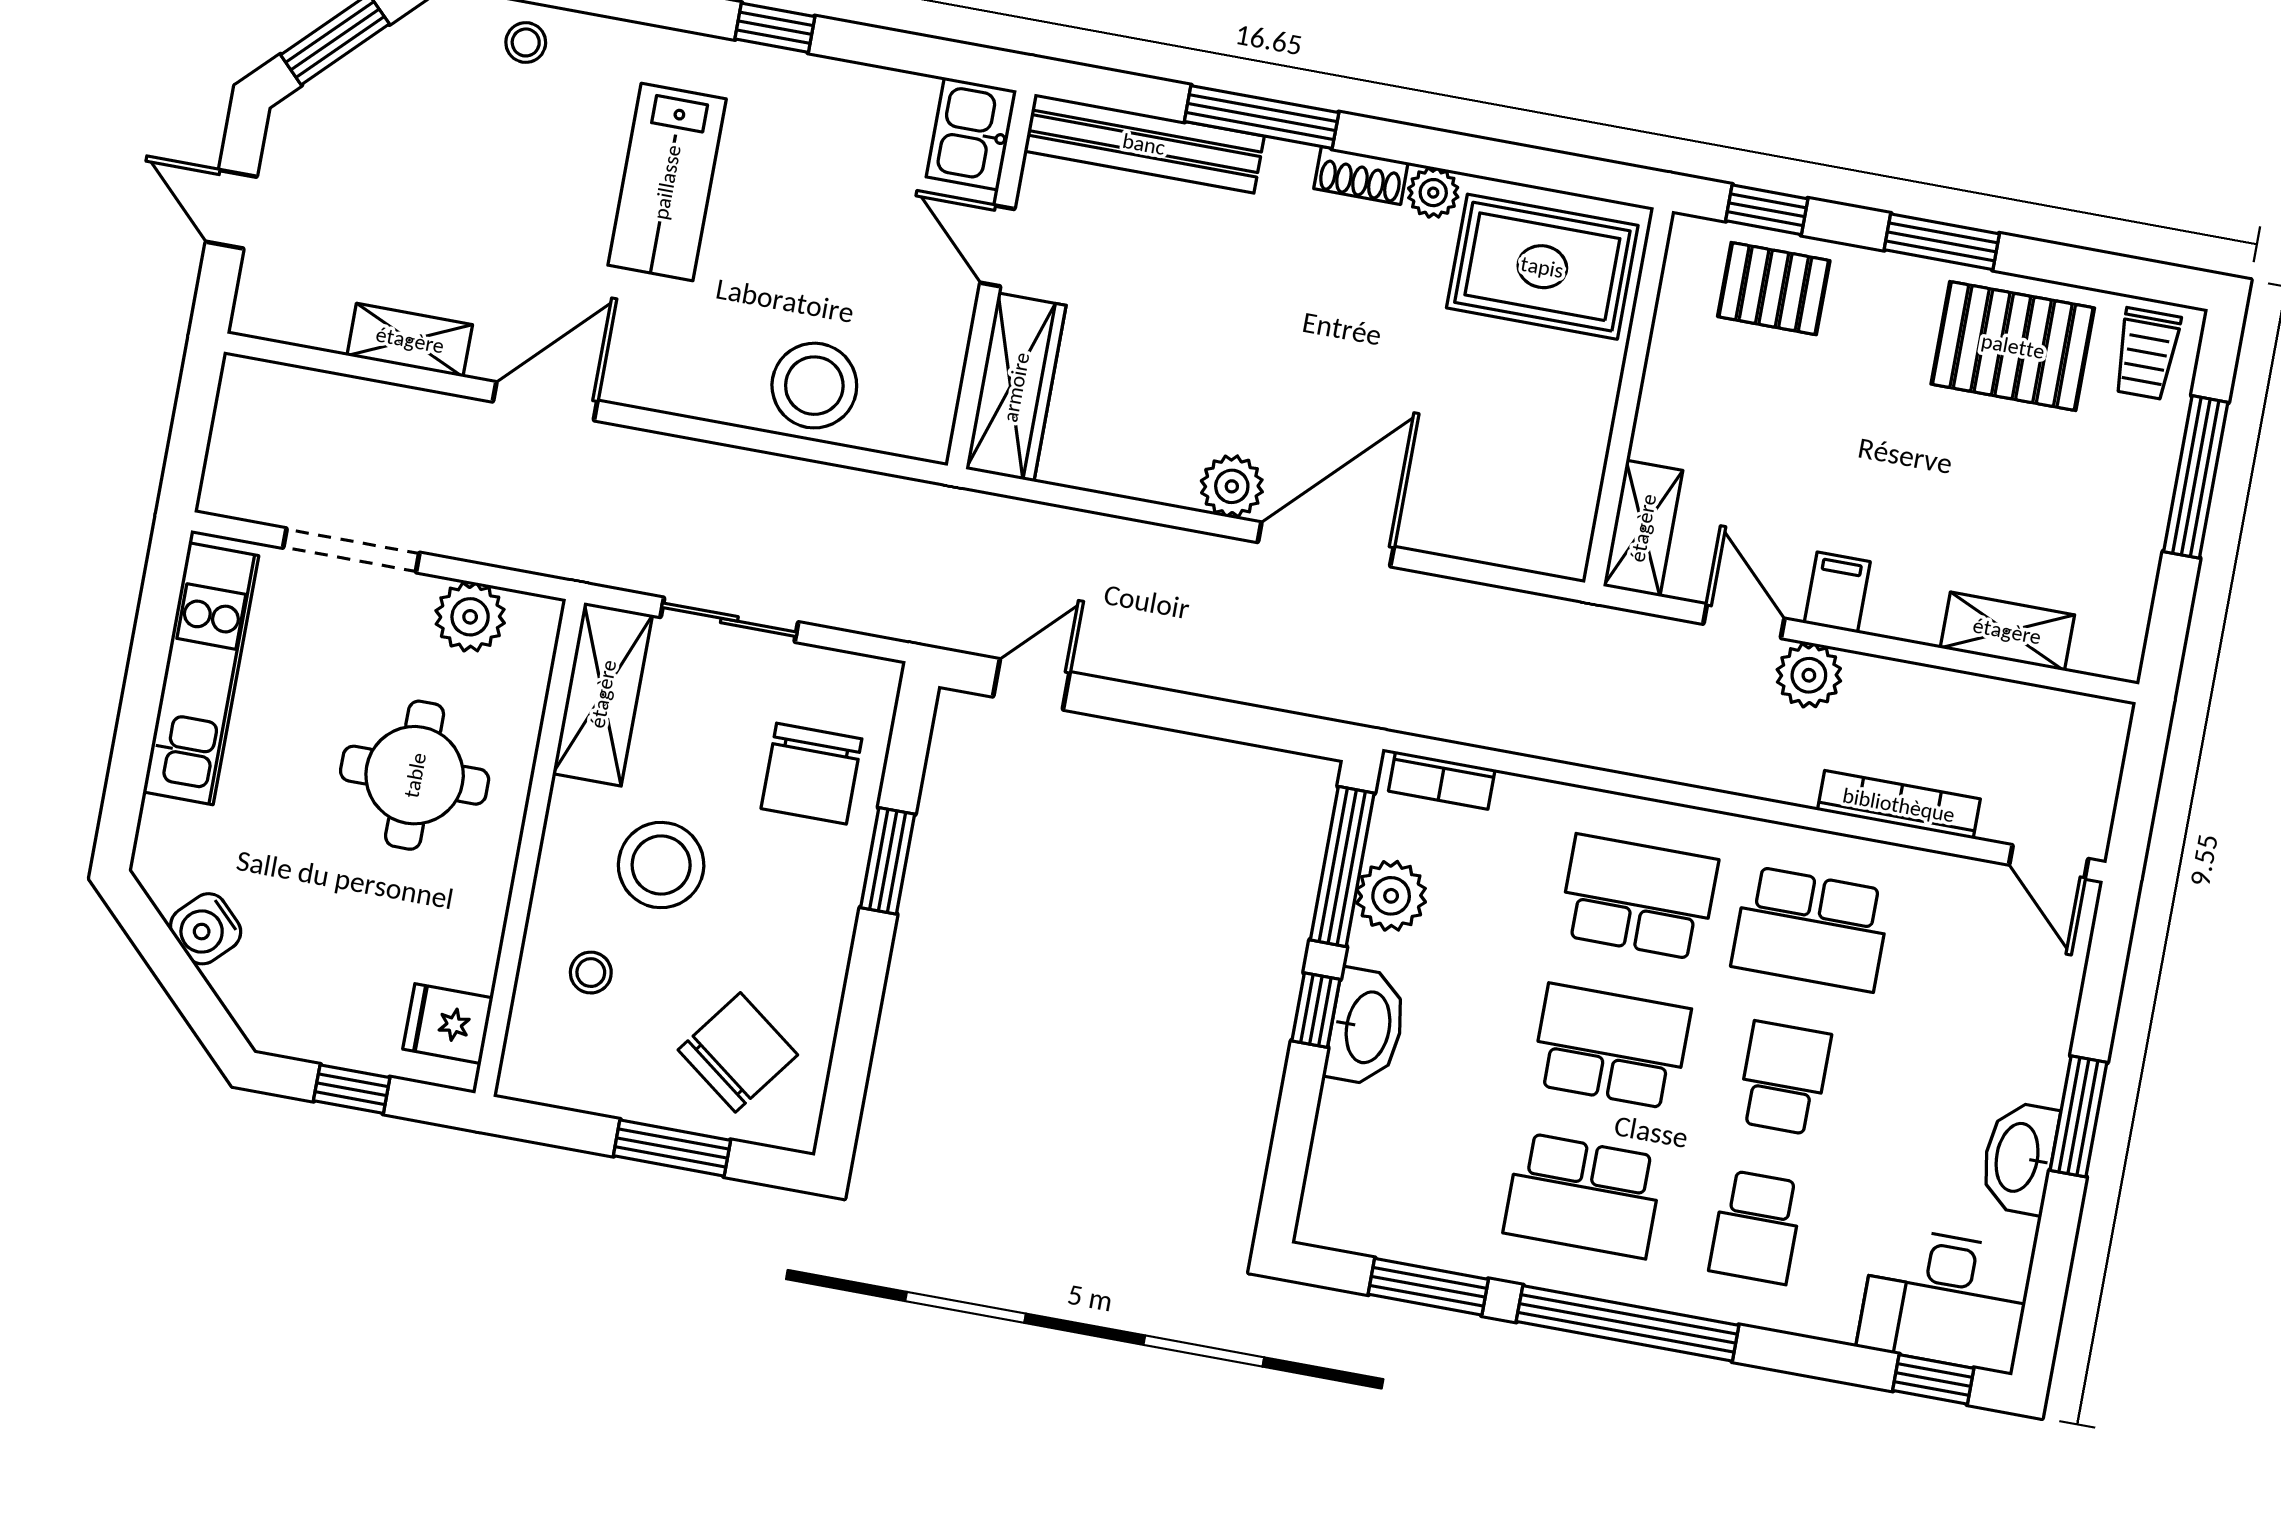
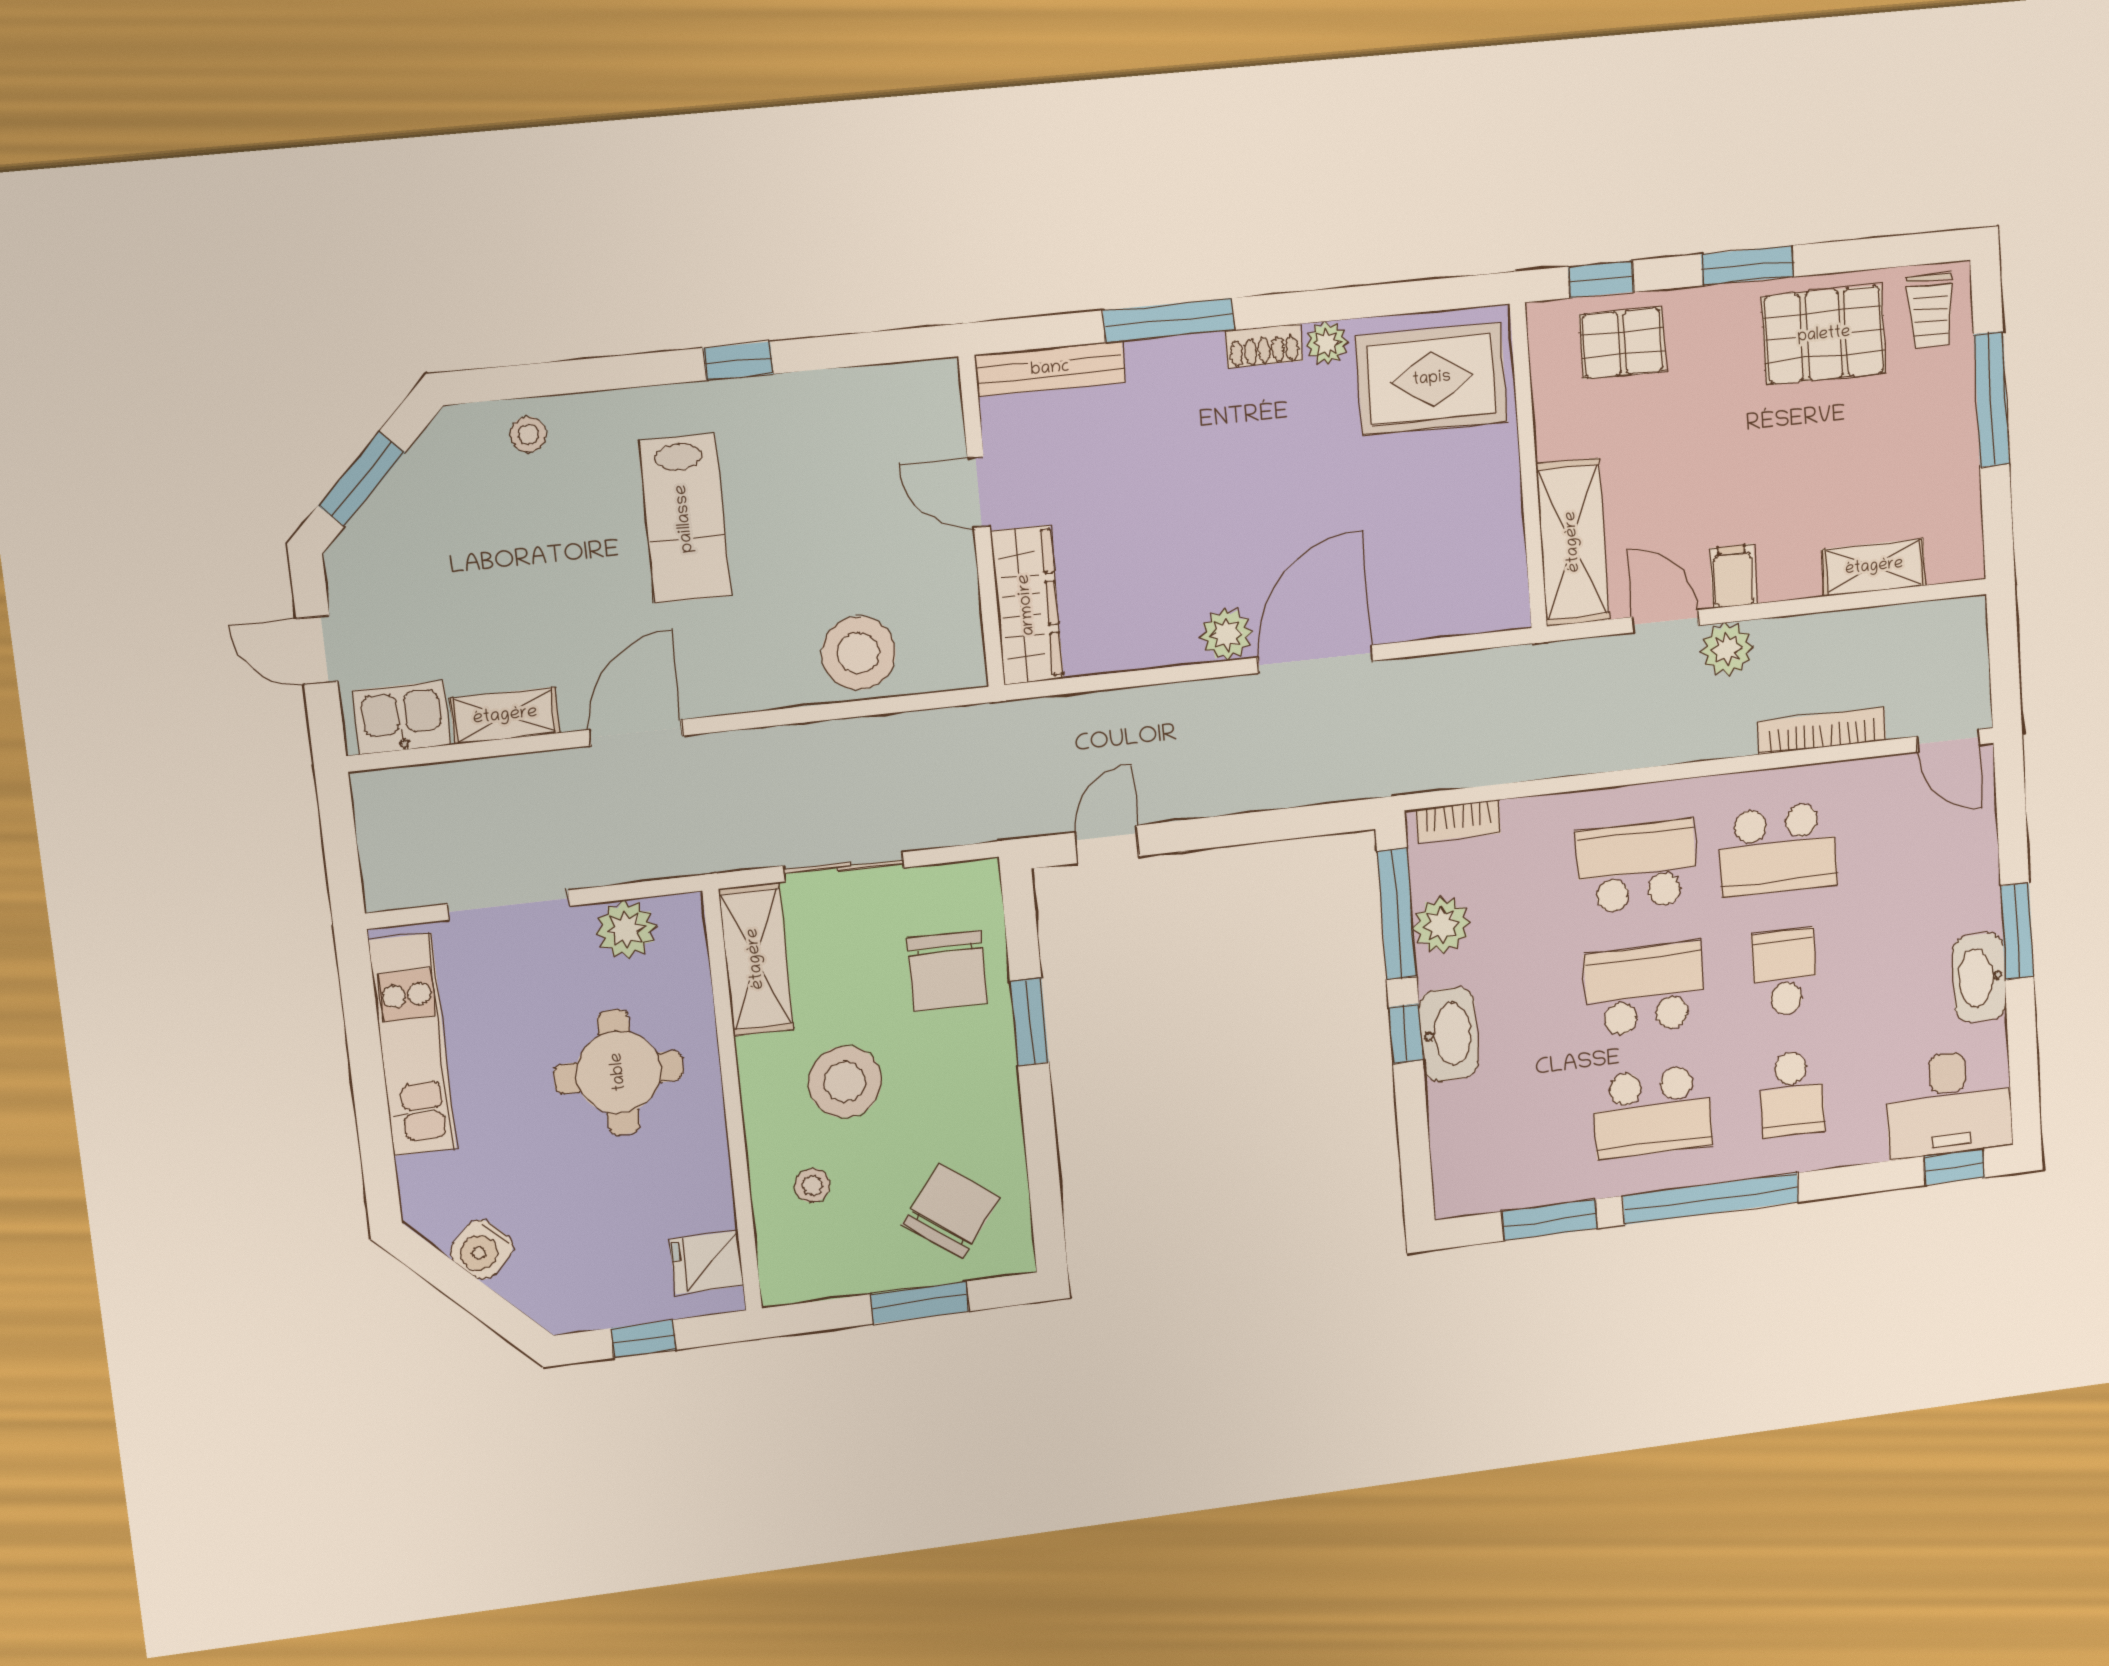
kitchen sink: (971, 134) -> (402, 718), moved, turned 90
bench: (1144, 144) -> (1050, 369), width x0.73, depth x0.82
shelving: (1643, 528) -> (1573, 542), width x1.50, depth x1.33

